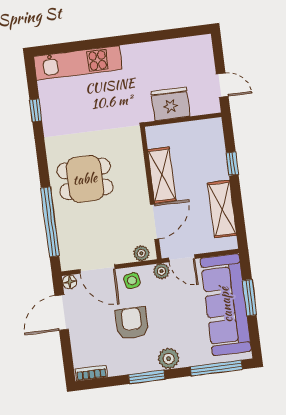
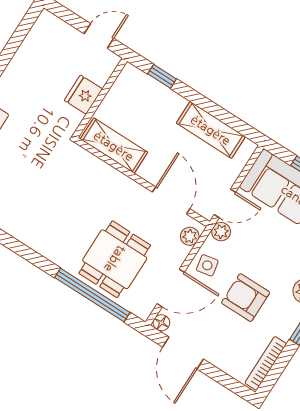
fridge: (170, 104) -> (83, 95), width x0.73, depth x0.75
window: (232, 164) -> (162, 76), moved
shelving: (162, 175) -> (114, 146), moved
dining table: (85, 179) -> (115, 259), moved
bookcase: (91, 373) -> (266, 363), width x1.56

